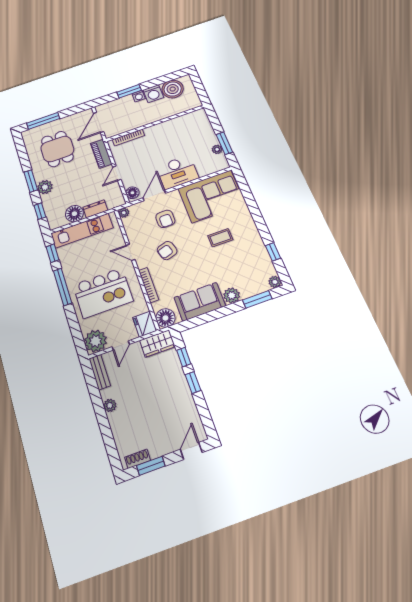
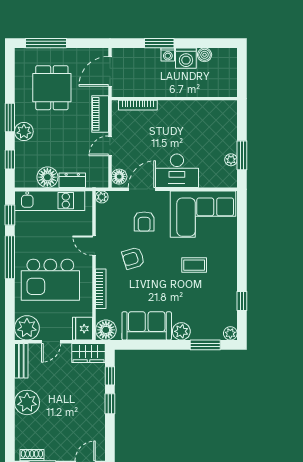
boiler: (173, 89) -> (205, 55), width x0.54, depth x0.54
plant: (110, 405) -> (27, 402), width x1.87, depth x1.87

